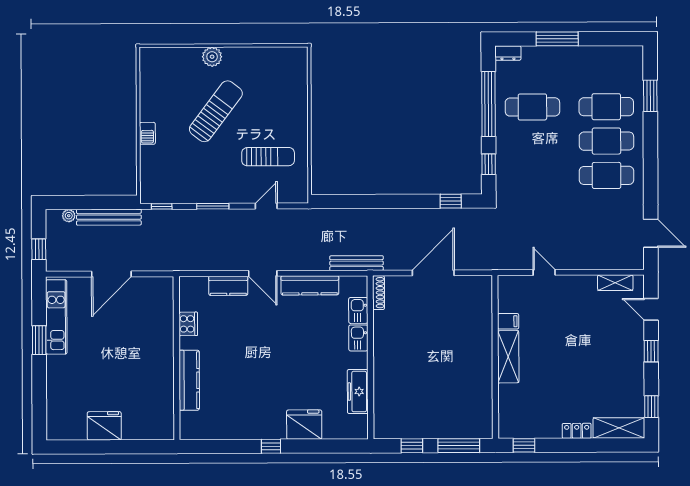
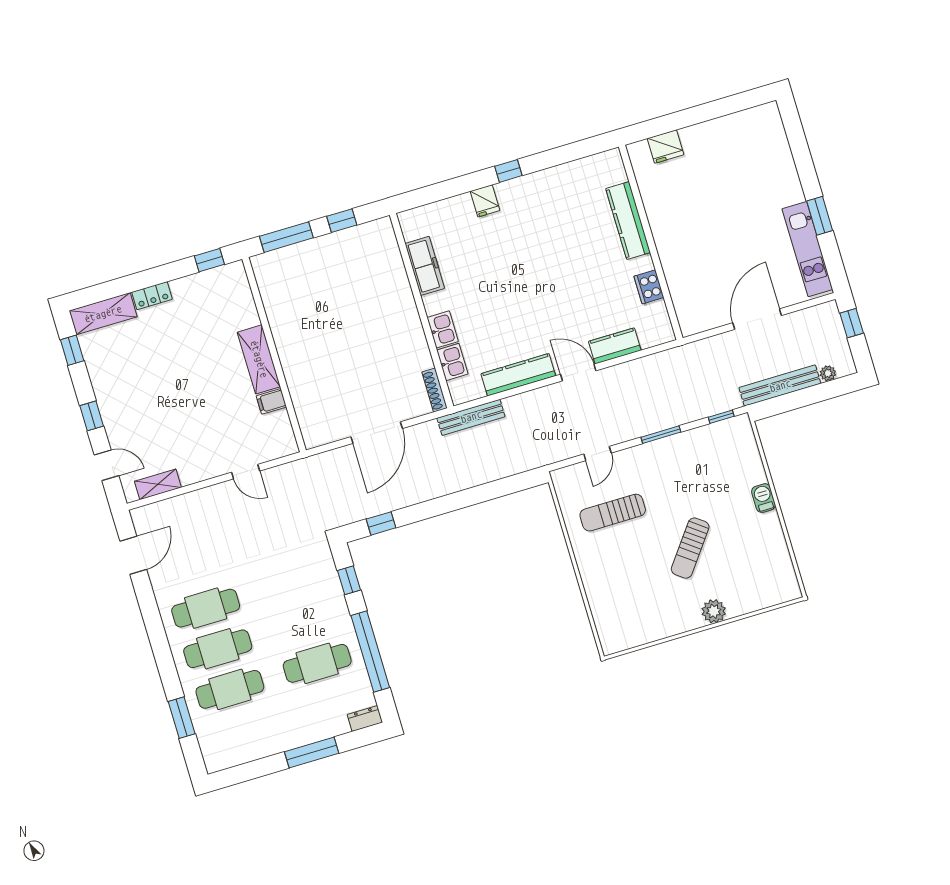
sun lounger: (216, 111) -> (690, 548), width x0.73, depth x0.75
door: (651, 233) -> (133, 555), swing flipped
fridge: (304, 425) -> (485, 201), width x0.53, depth x0.75
fridge: (104, 426) -> (666, 146), moved, width x0.73, depth x0.75

